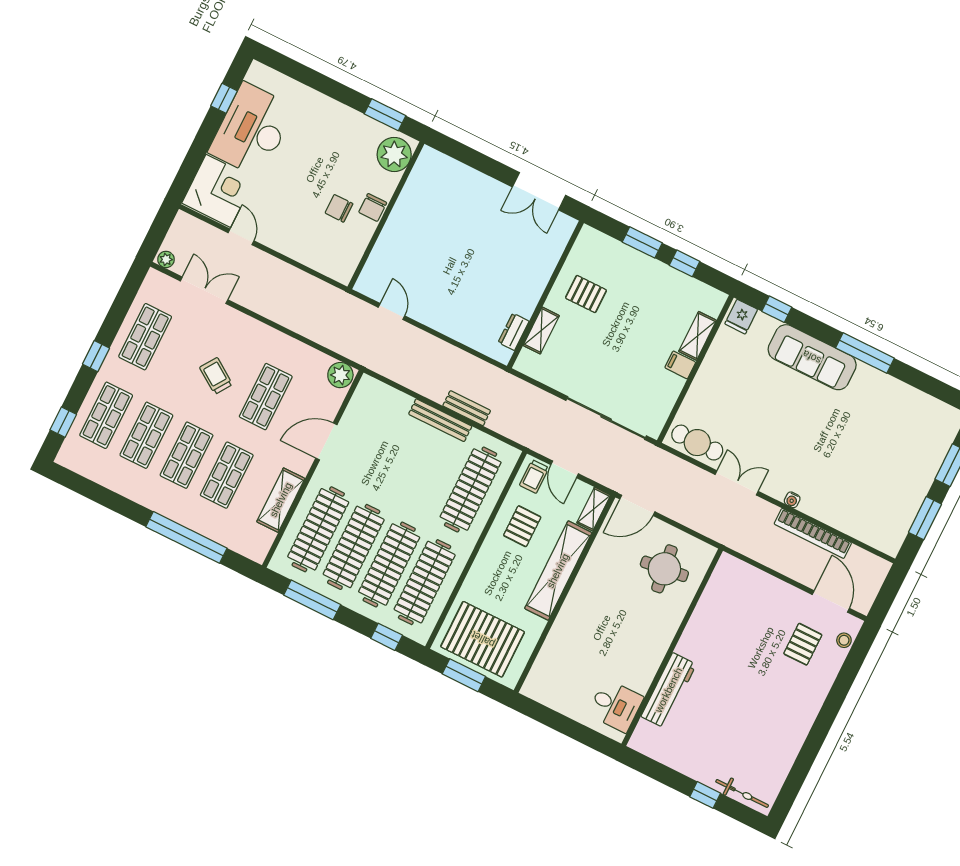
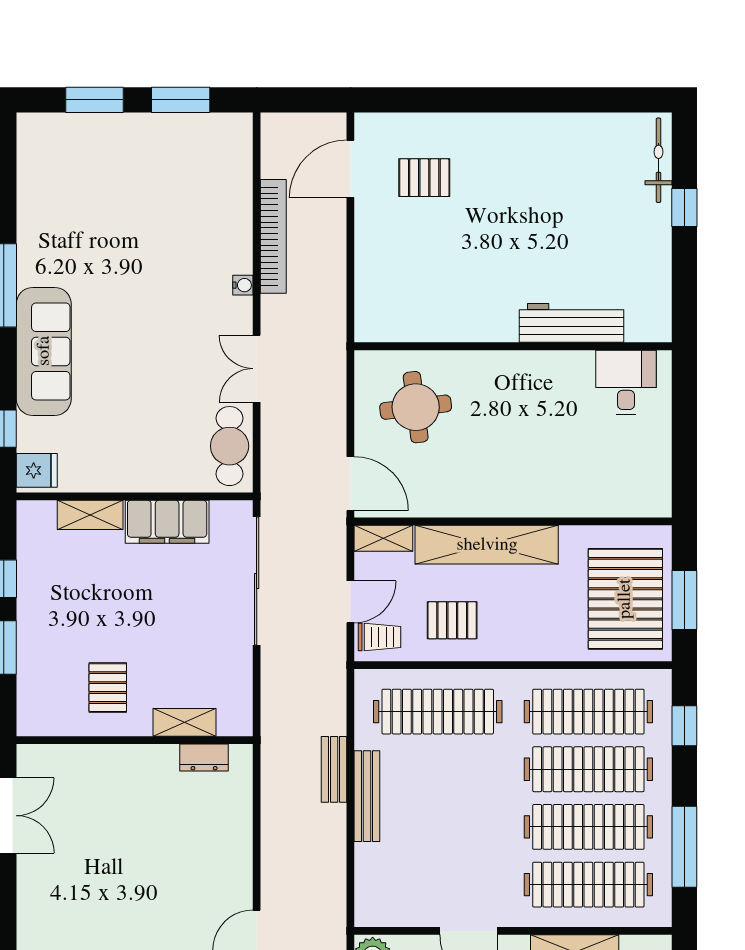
filing cabinet: (680, 365) -> (167, 522), width x3.00, depth x1.17
stool: (844, 640) -> (393, 127), removed

